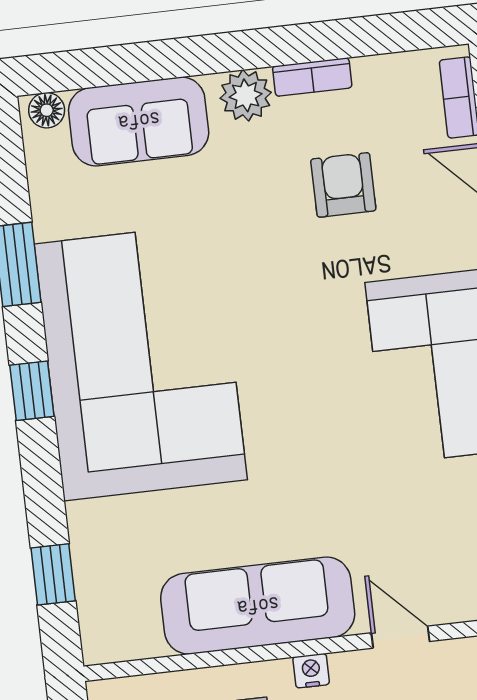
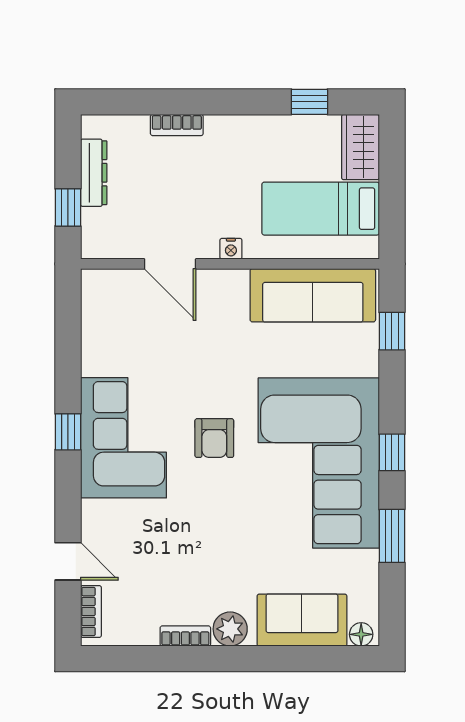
armchair: (343, 185) -> (214, 438), moved
sofa: (258, 606) -> (313, 295), moved
door: (400, 637) -> (170, 264), width x1.38

